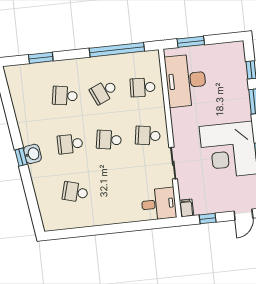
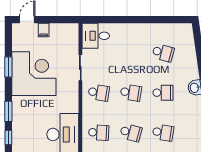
school desk: (104, 92) -> (131, 133), turned 39
filing cabinet: (186, 208) -> (44, 30), moved
window: (208, 218) -> (57, 20), removed

